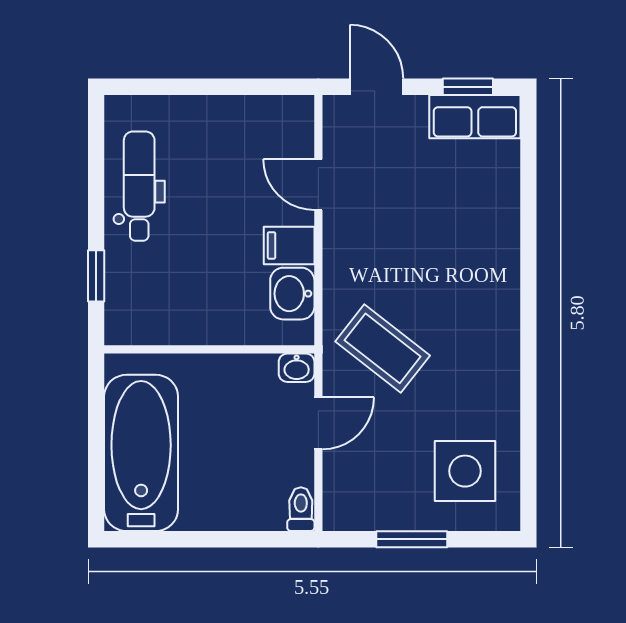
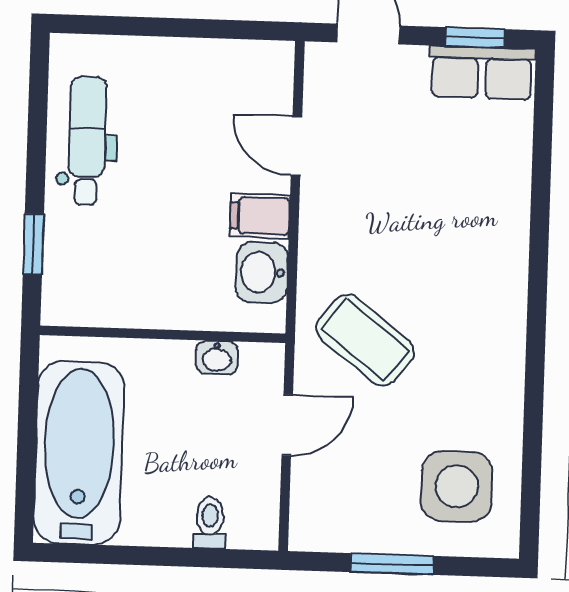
washbasin: (297, 368) -> (217, 358), moved
toilet: (301, 509) -> (210, 523), moved

